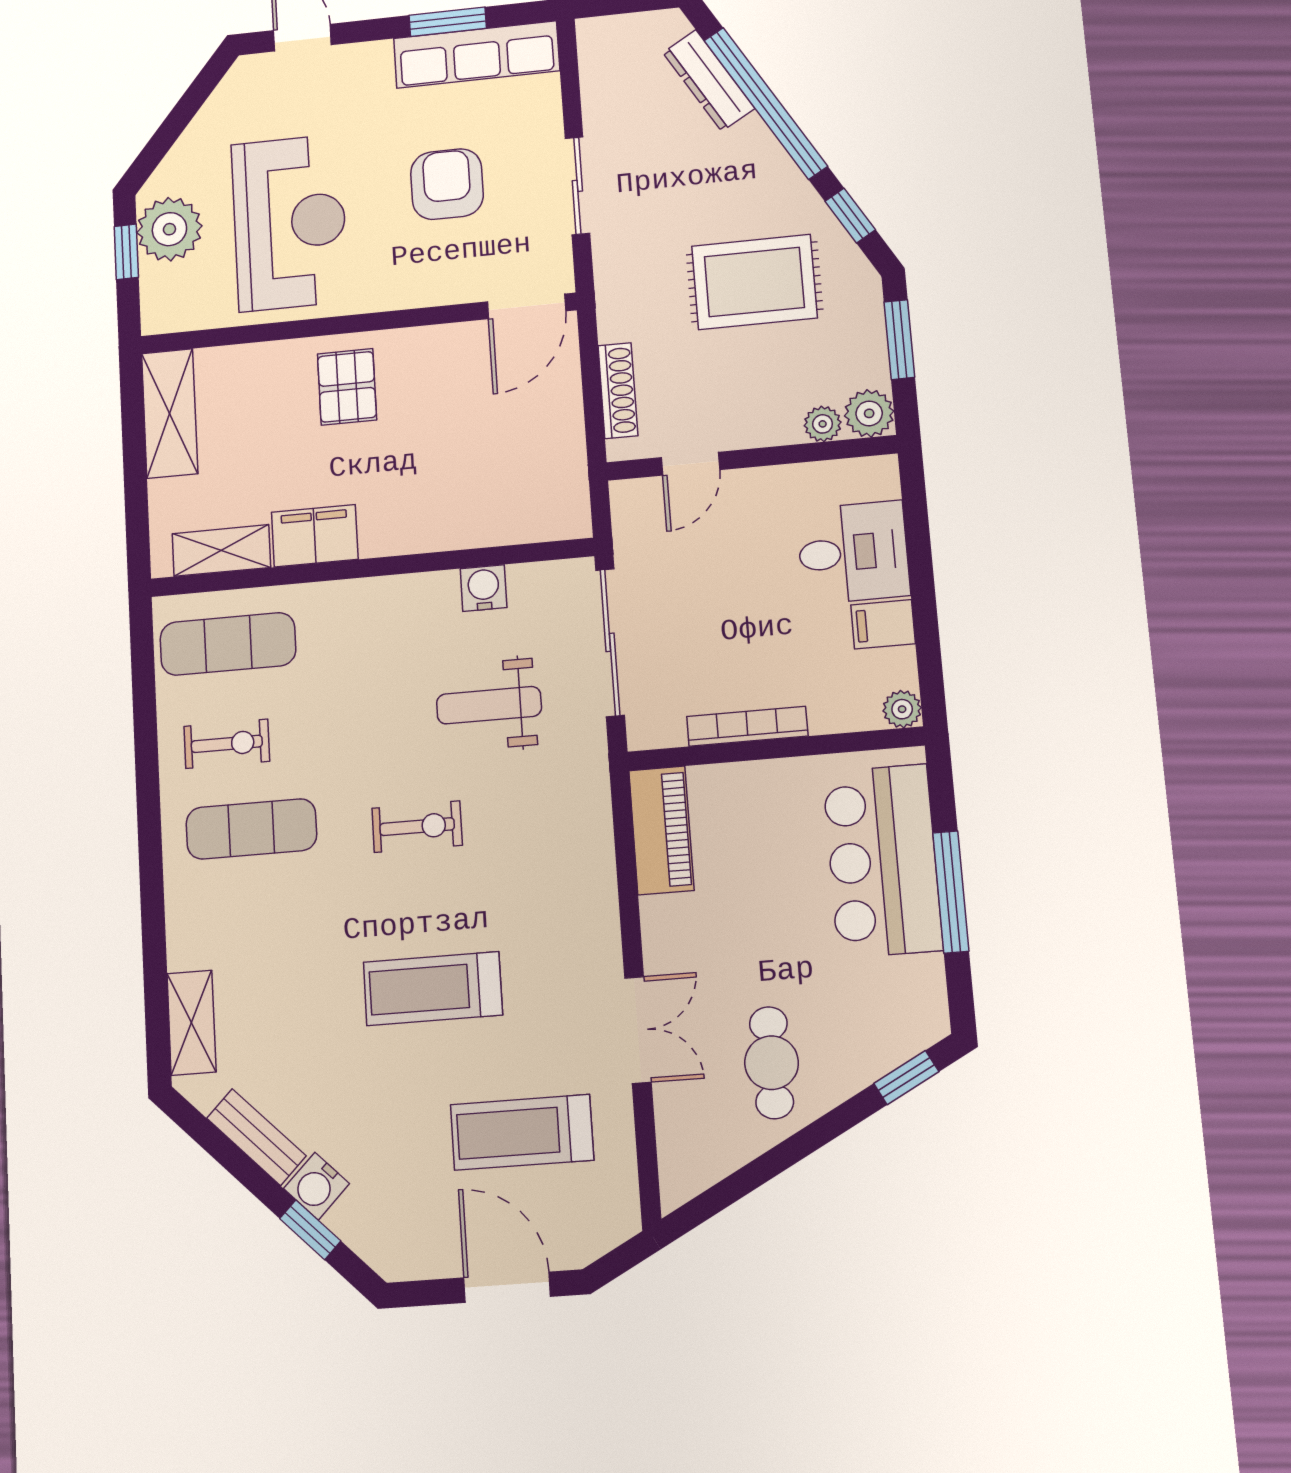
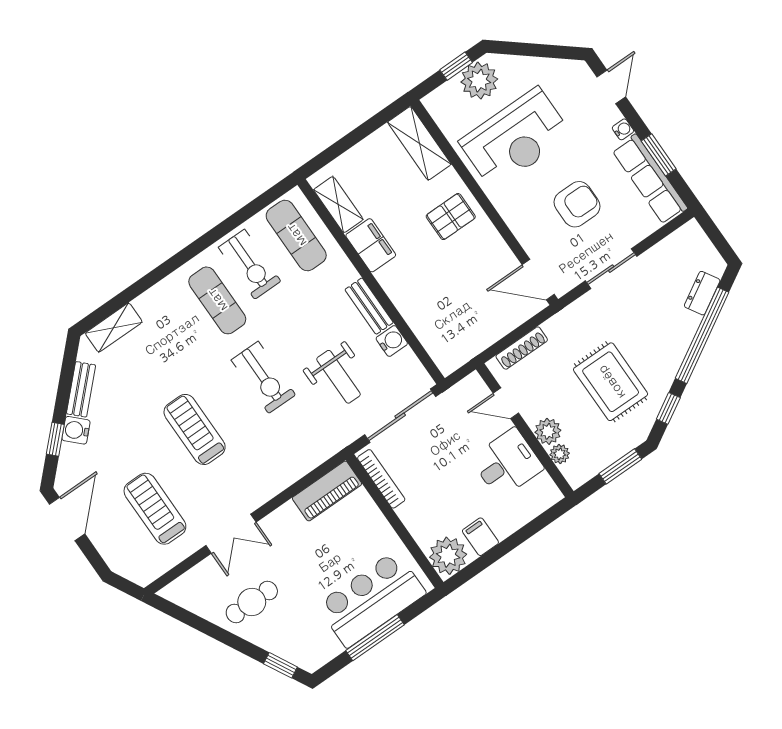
water cooler: (376, 54) -> (623, 129), added
dresser: (709, 80) -> (702, 293), width x0.70
shelving: (170, 413) -> (419, 143), moved, turned 90
plant: (869, 413) -> (548, 431), moved
desk: (853, 552) -> (507, 463), moved, turned -90
bench: (407, 593) -> (369, 306), added
weight bench: (489, 705) -> (339, 377), turned 180
plant: (902, 709) -> (448, 556), width x1.88, depth x1.88
bookcase: (747, 726) -> (381, 479), moved
exercise bike: (227, 744) -> (250, 264), width x1.38, depth x1.39
exercise bike: (417, 827) -> (263, 377), width x1.38, depth x1.39
door: (507, 1287) -> (67, 519), moved

